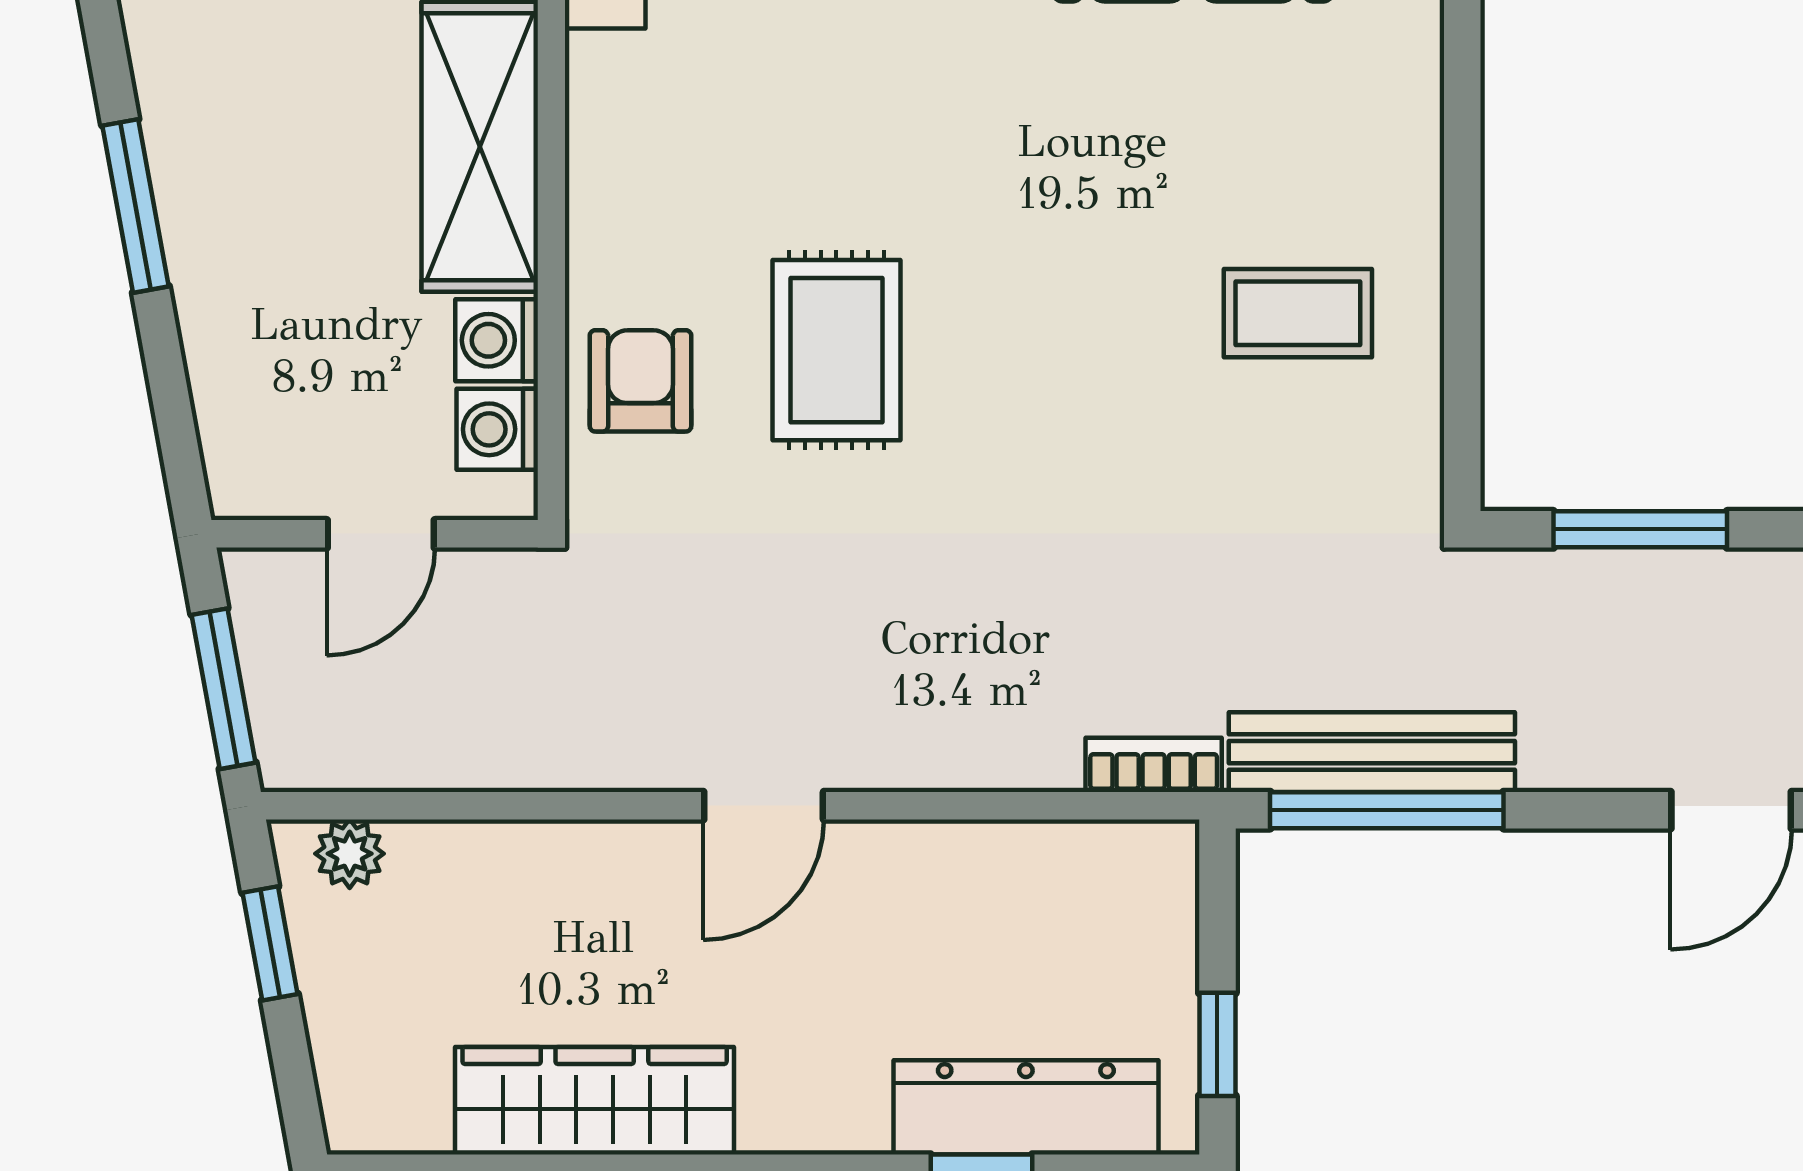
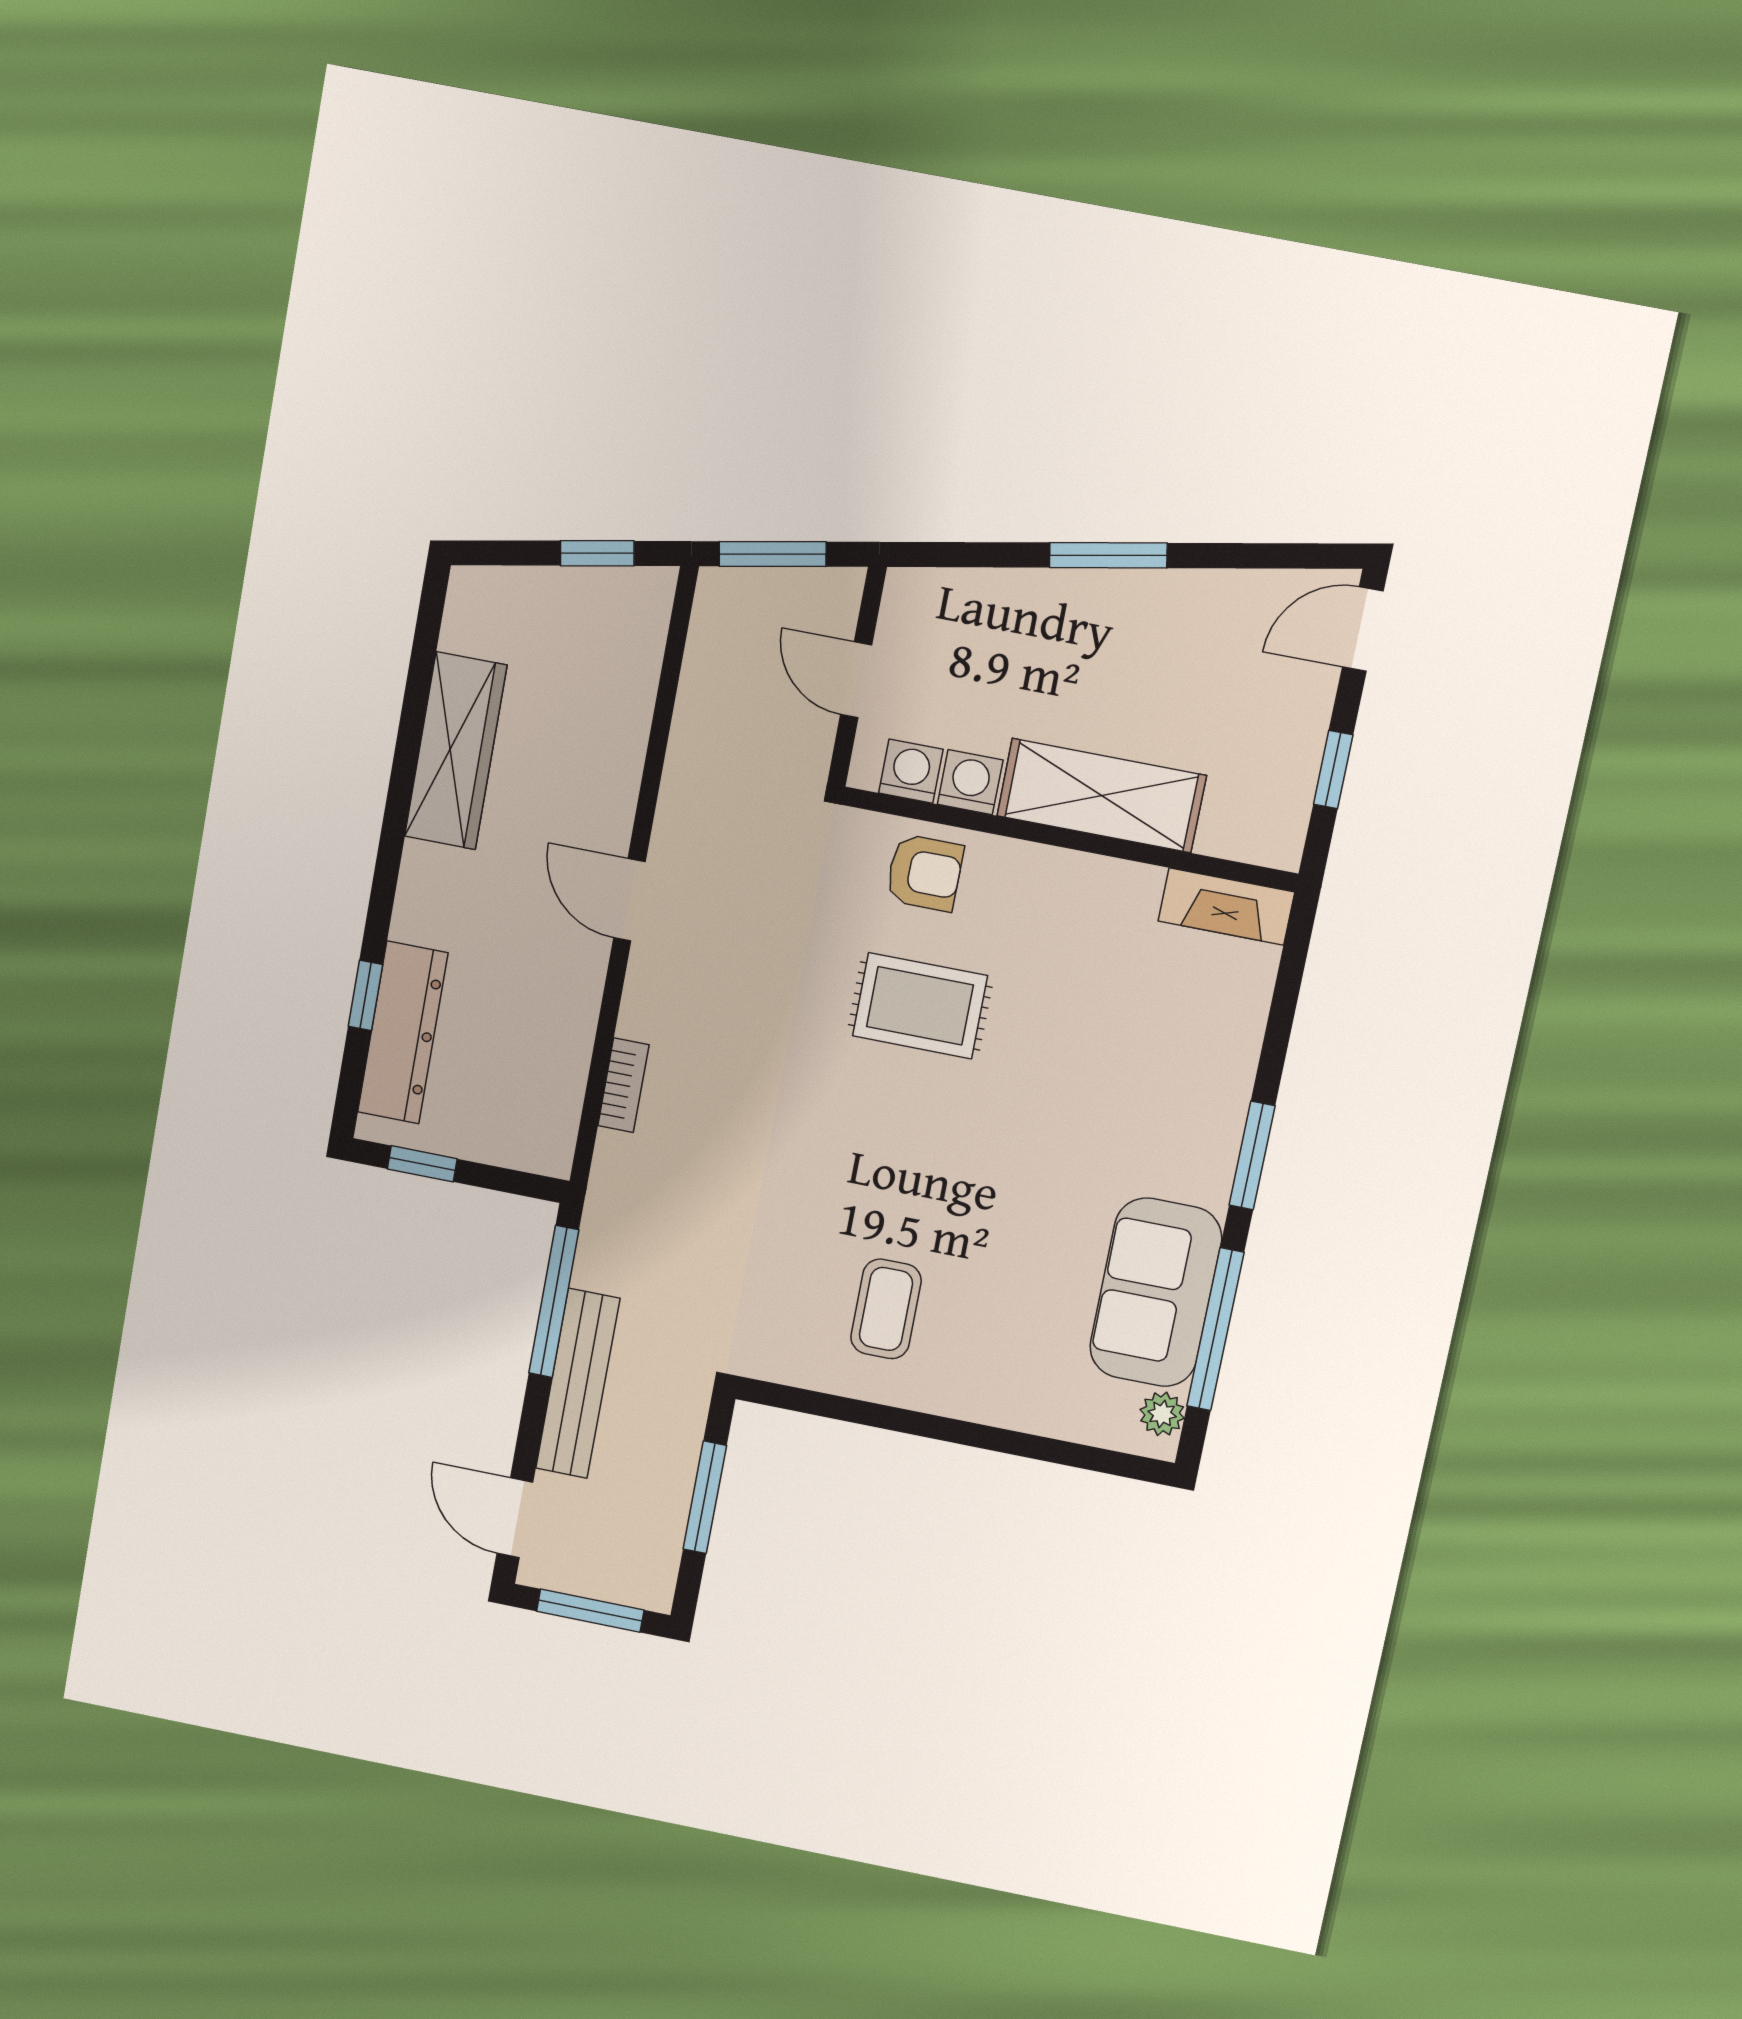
bench: (1372, 752) -> (578, 1384), moved
bookcase: (1154, 765) -> (623, 1085), moved
plant: (350, 854) -> (647, 618), removed

